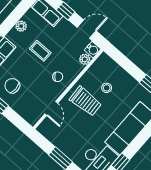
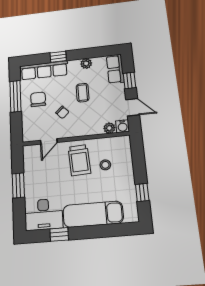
chair: (58, 77) -> (62, 112), moved

